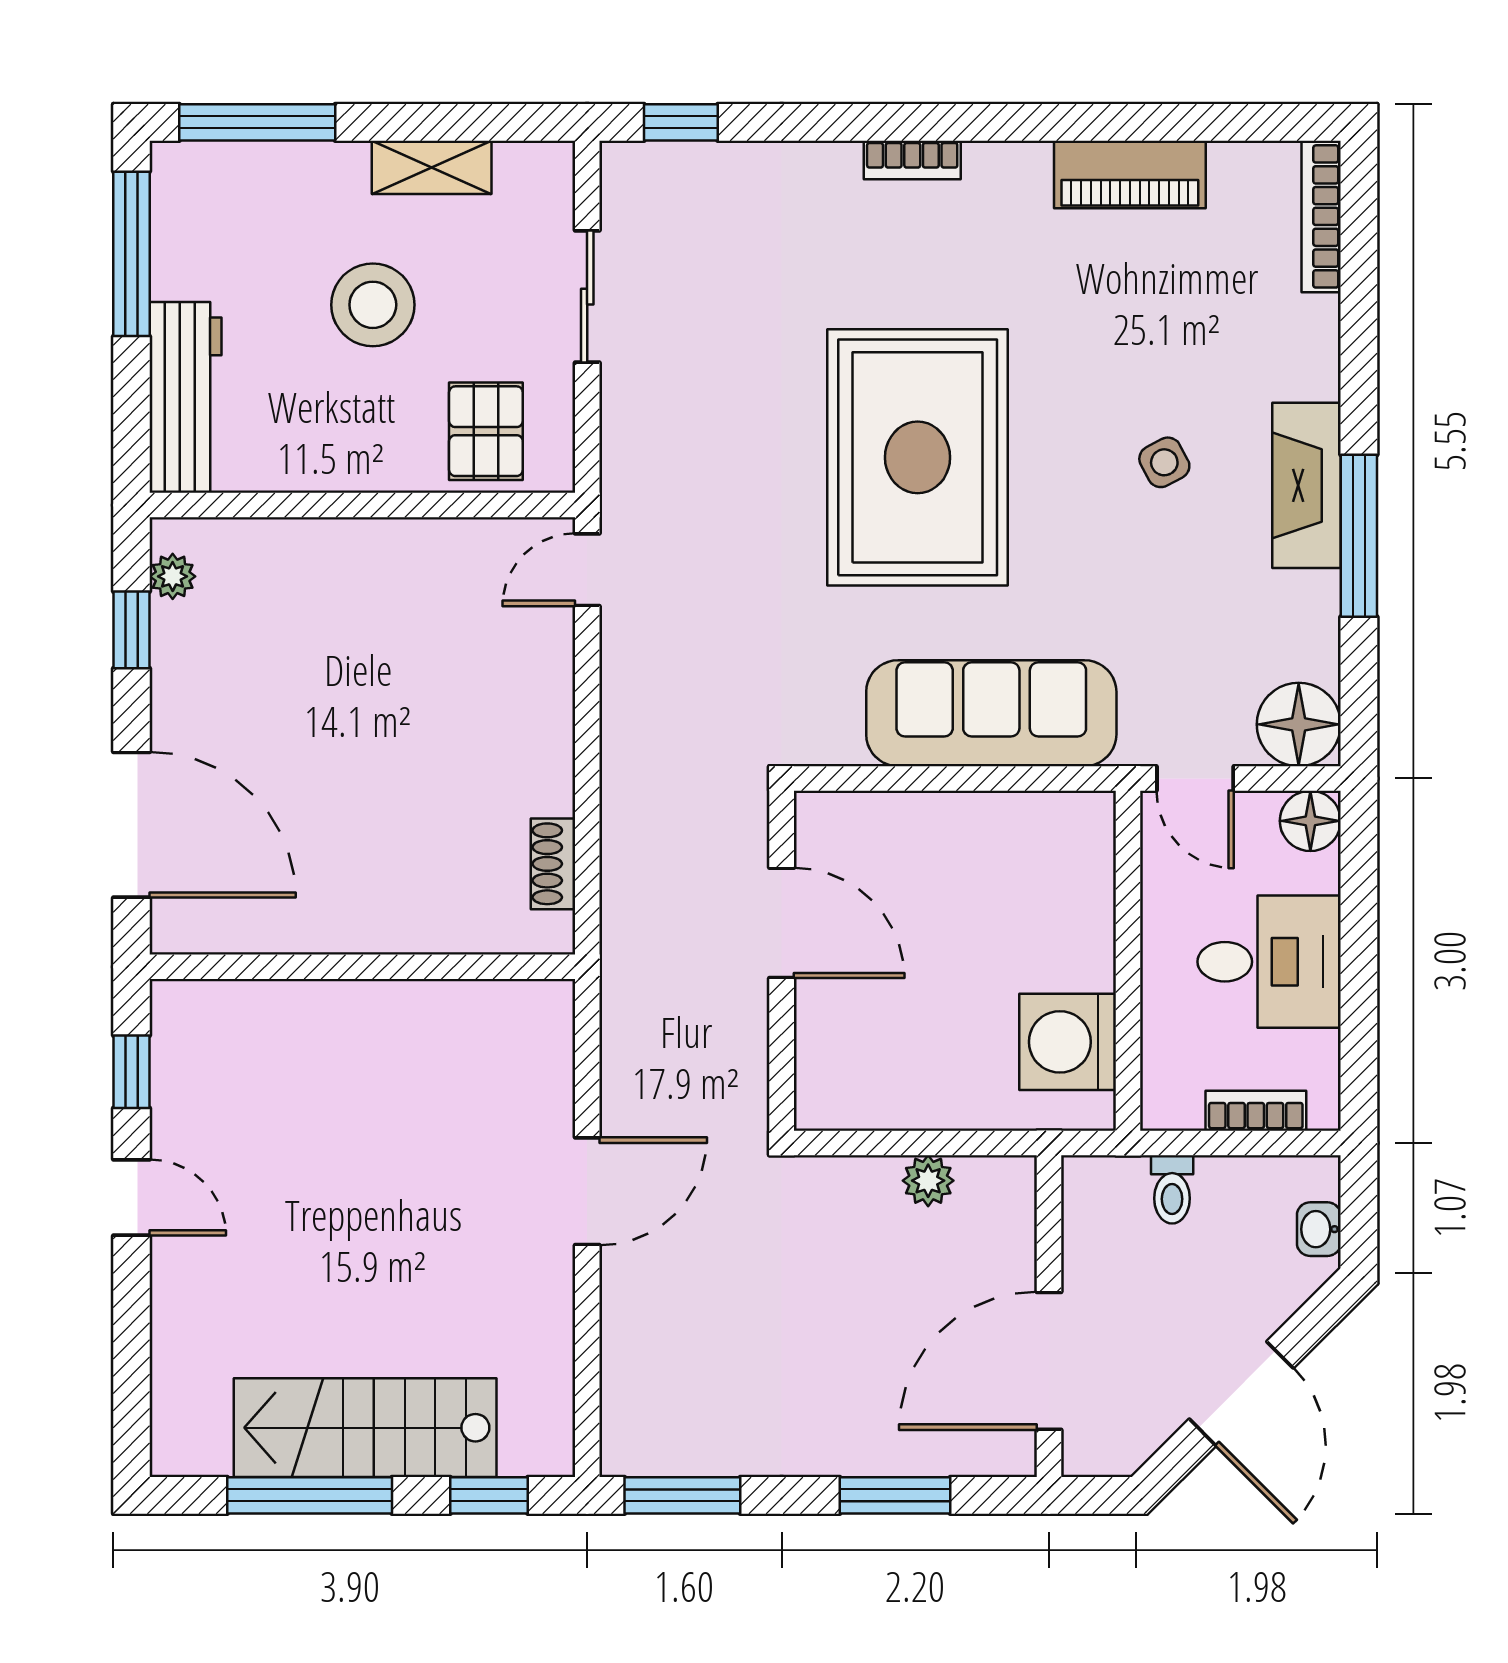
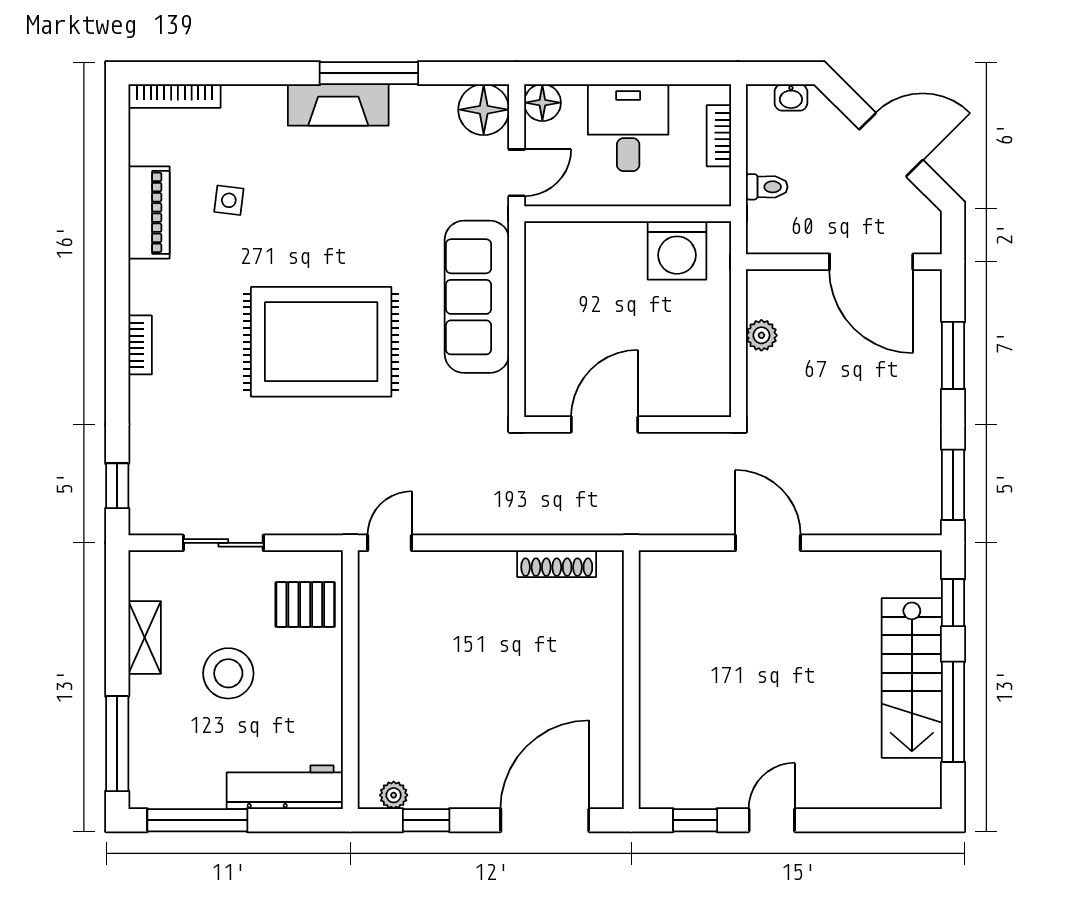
side table: (1164, 462) -> (229, 200), moved, turned 35
door: (587, 570) -> (390, 543), swing flipped
shoe rack: (553, 864) -> (557, 564), width x1.43

